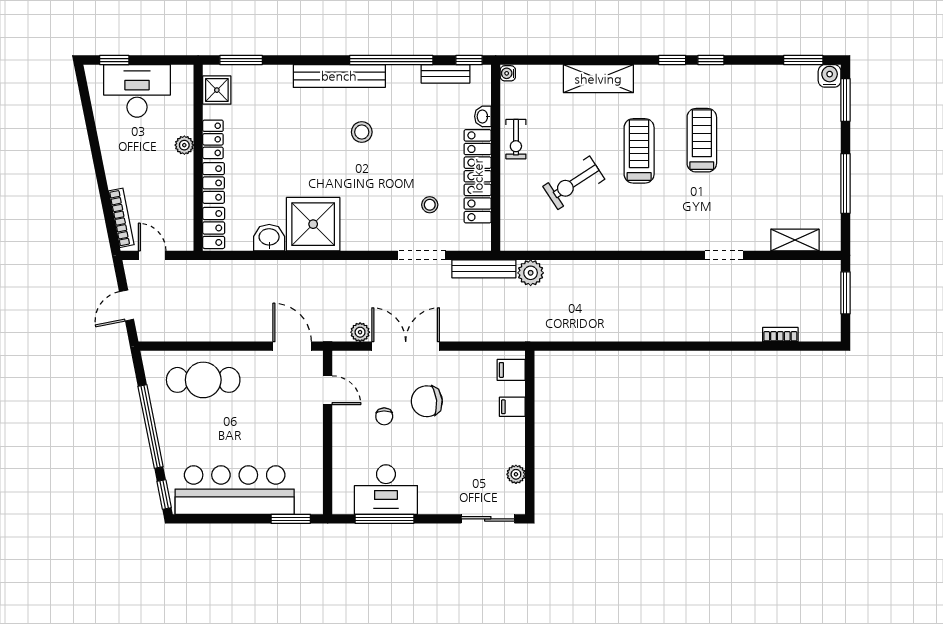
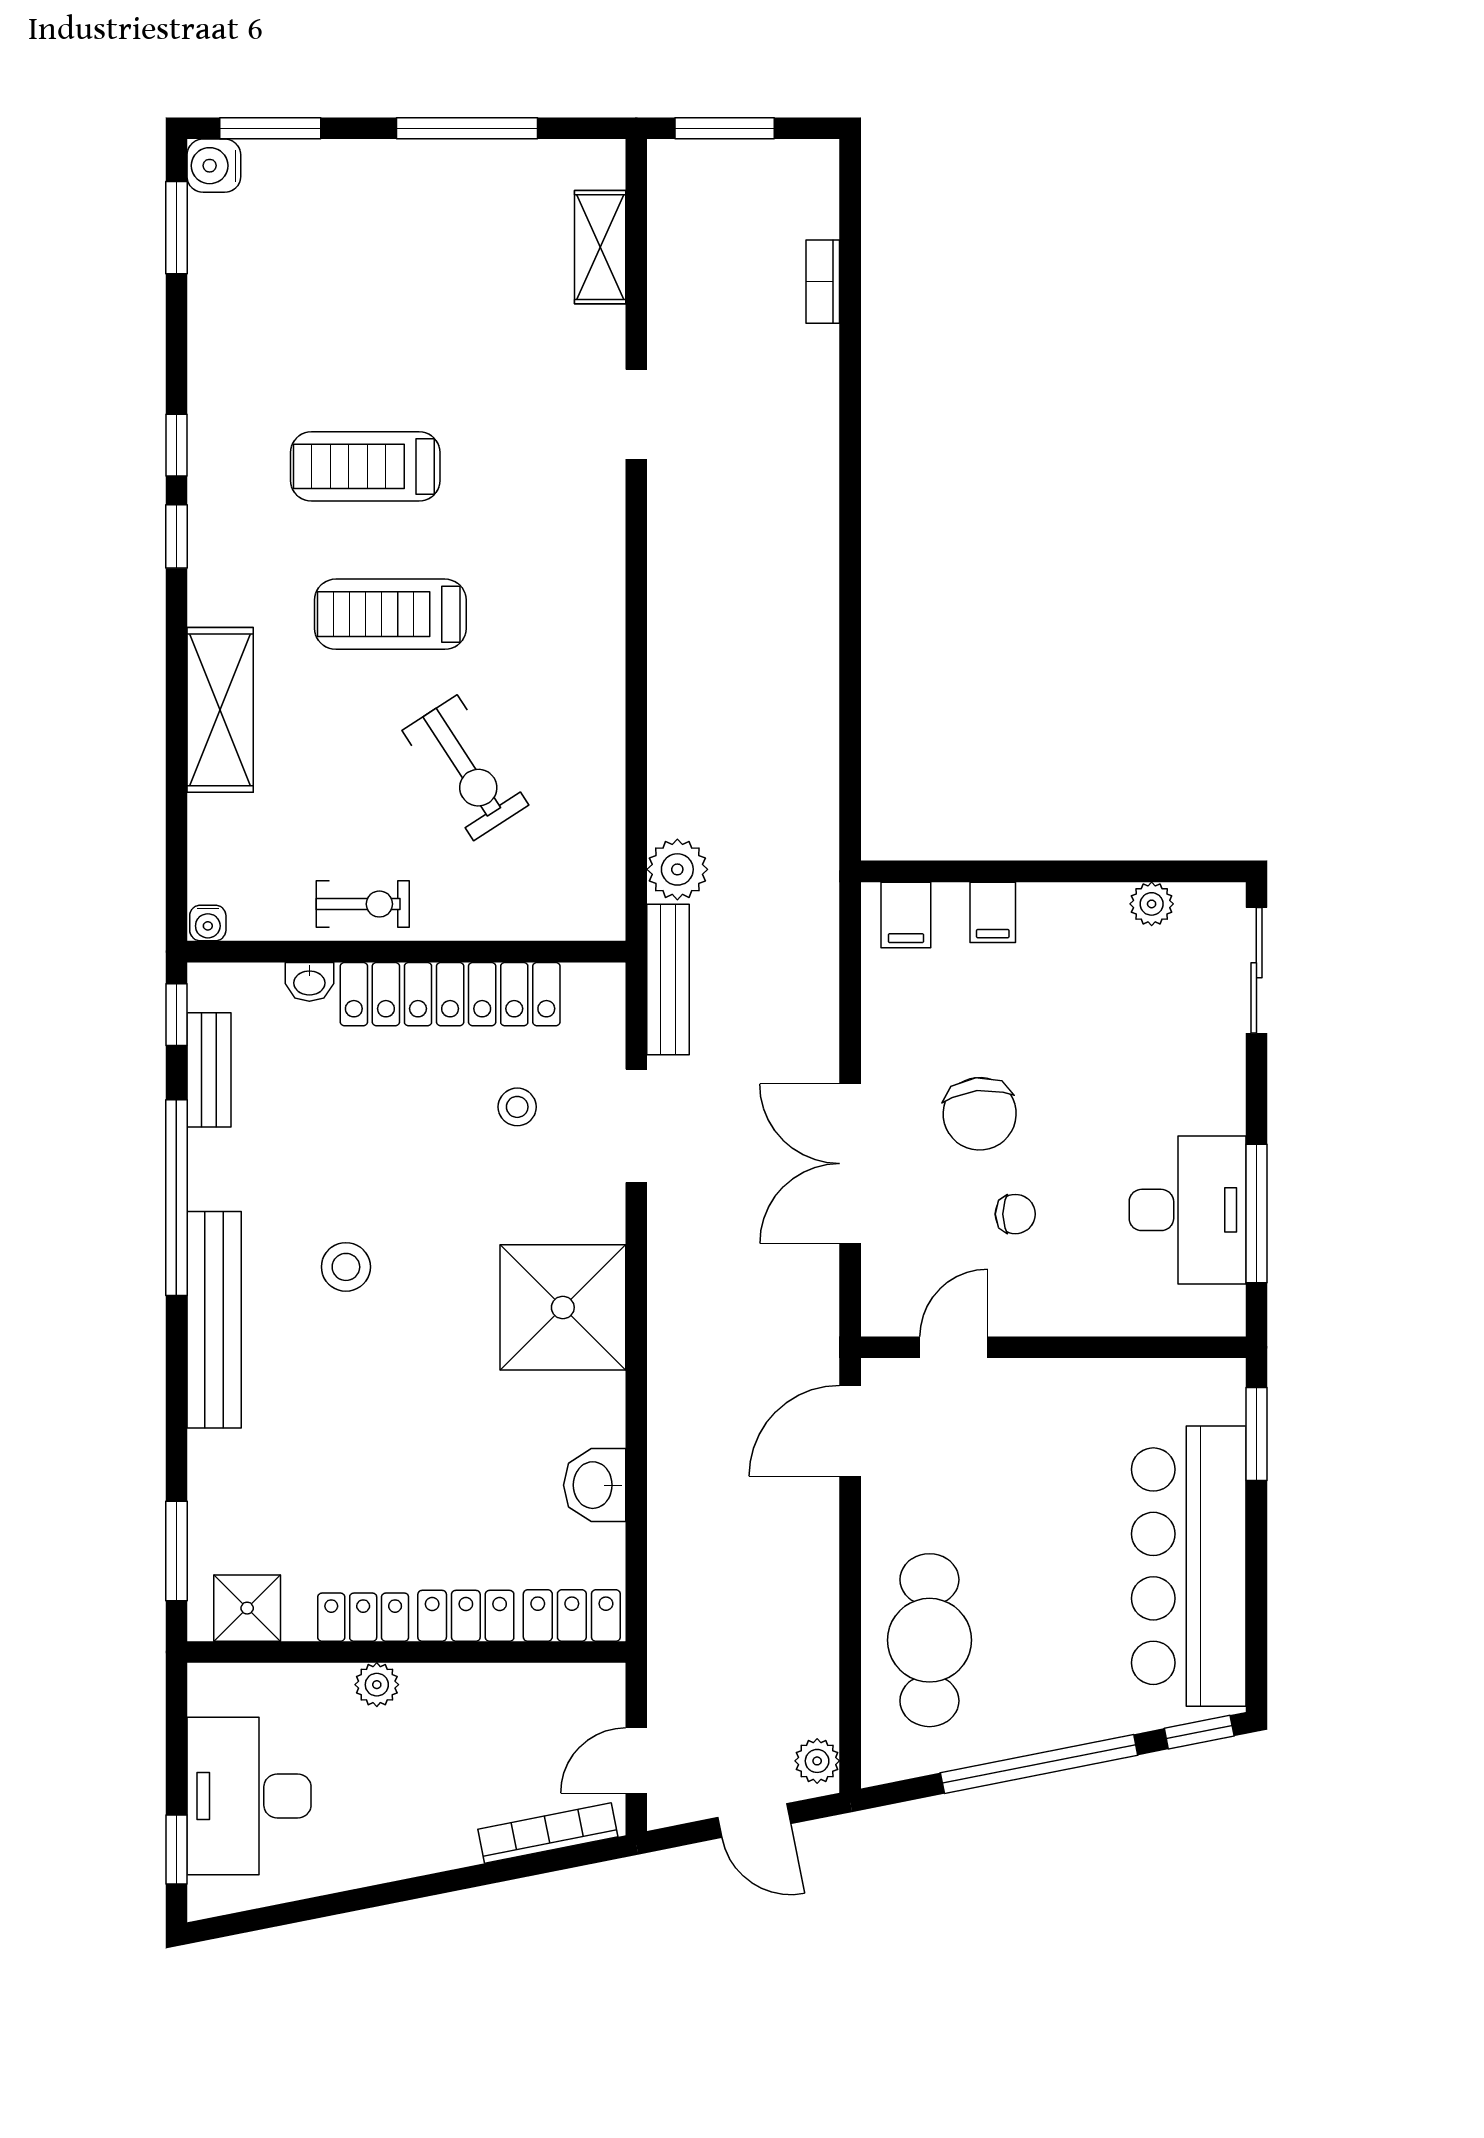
shower: (313, 224) -> (563, 1307), moved
plant: (360, 332) -> (817, 1761), moved

